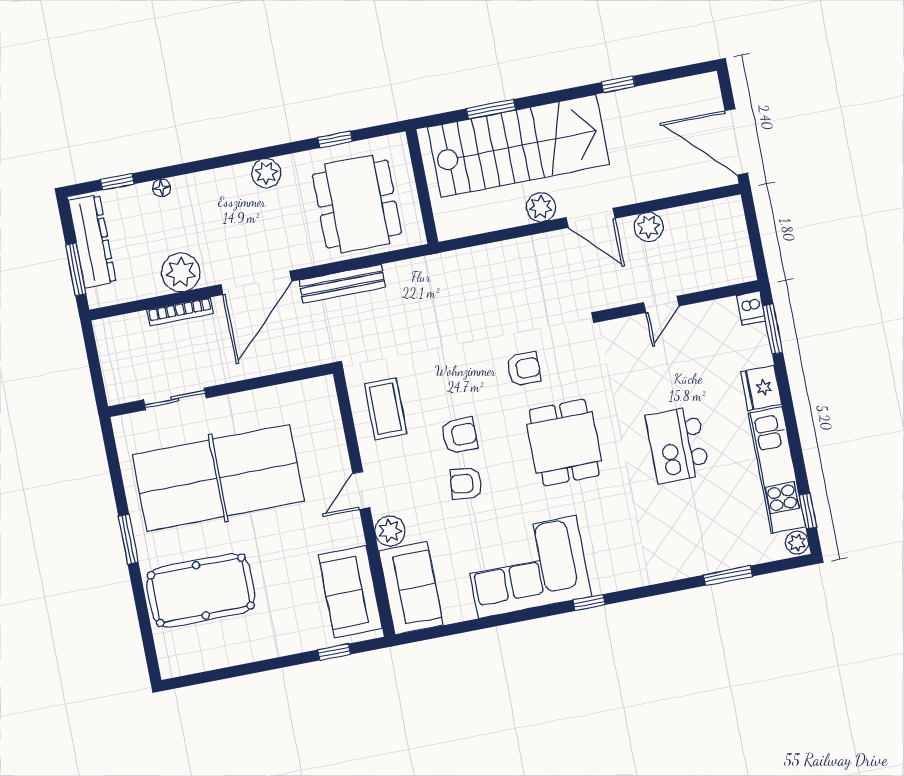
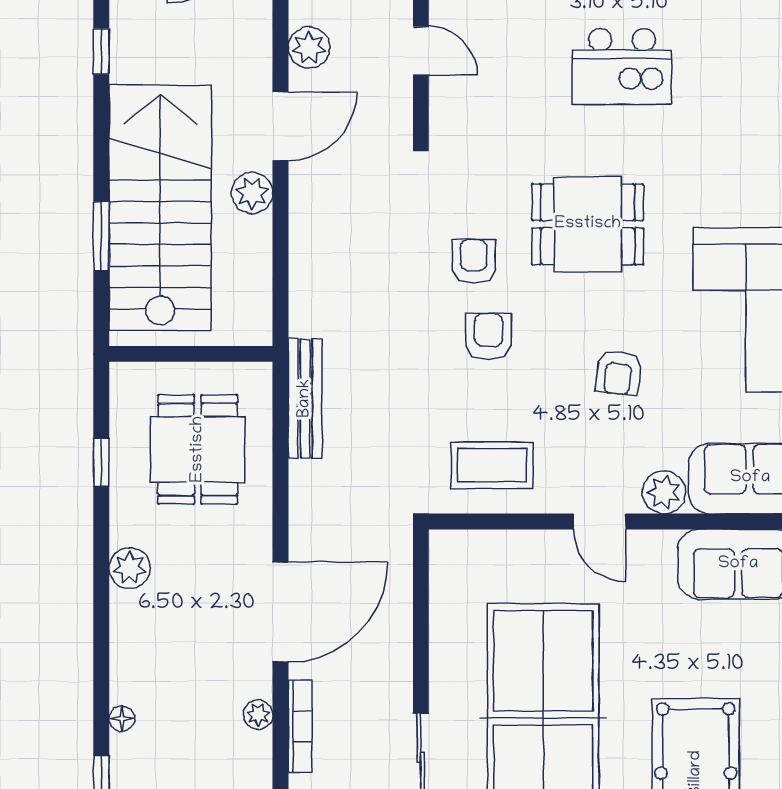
dining table: (357, 204) -> (198, 449), width x0.73
plant: (181, 272) -> (258, 715), width x0.53, depth x0.53
door: (256, 283) -> (281, 612), hinge flipped
bench: (342, 284) -> (305, 398), moved
armchair: (459, 435) -> (489, 336), moved

